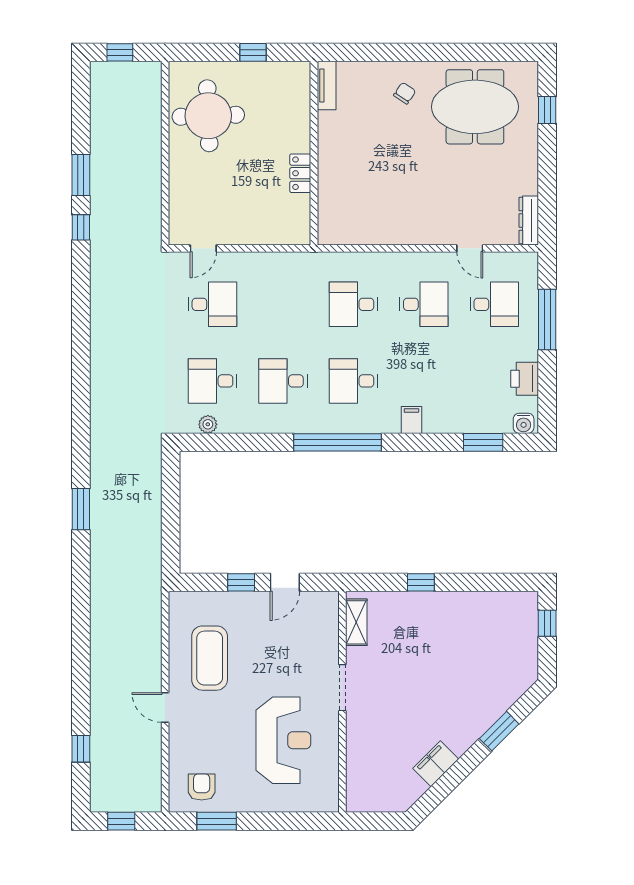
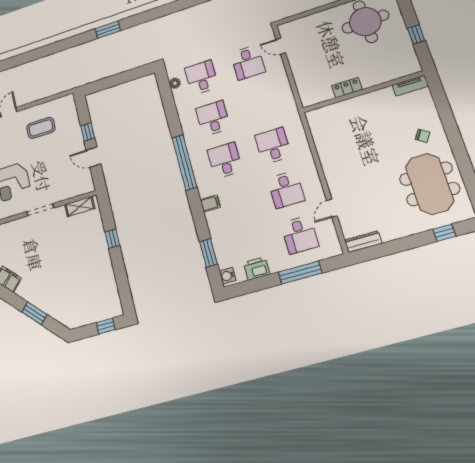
coffee table: (210, 658) -> (41, 128), width x0.73, depth x0.76

